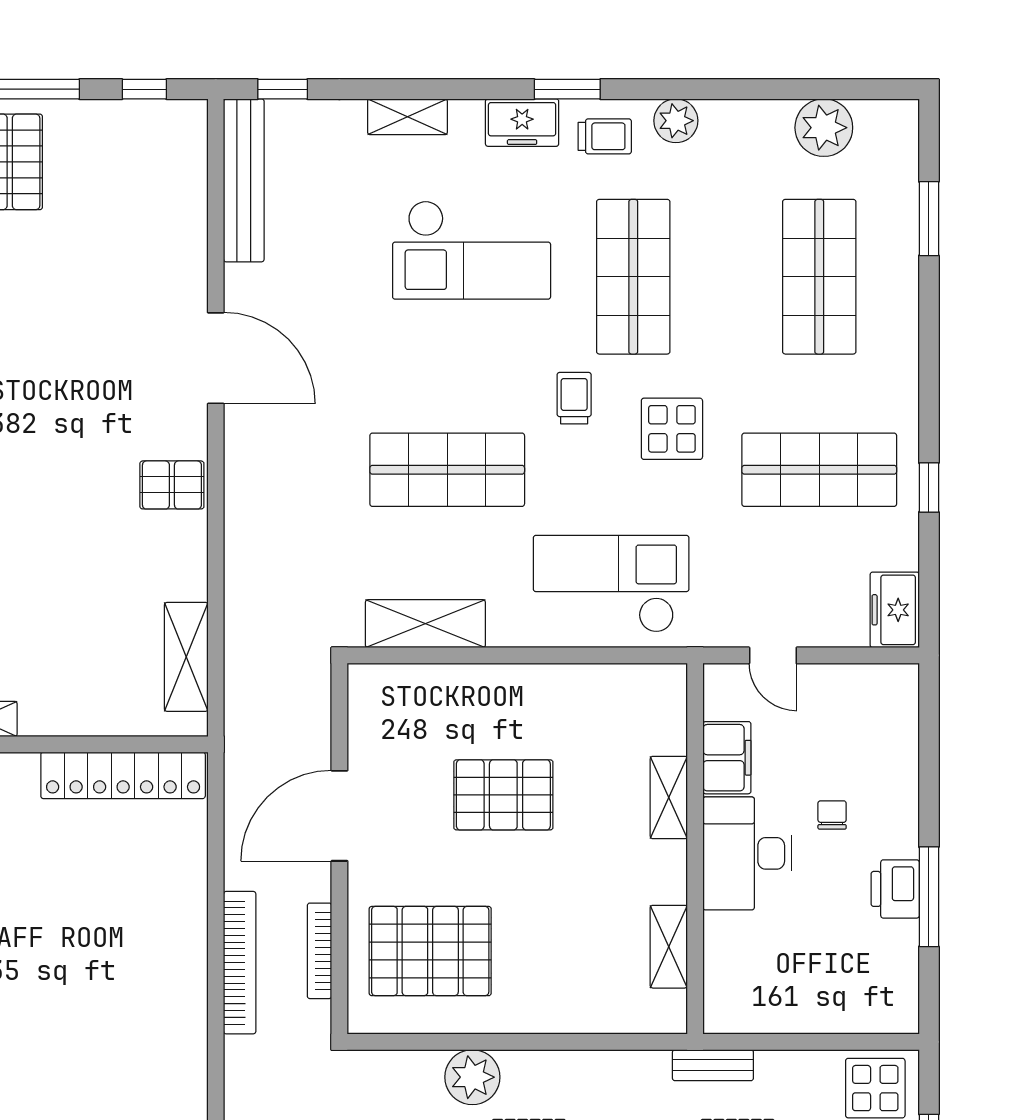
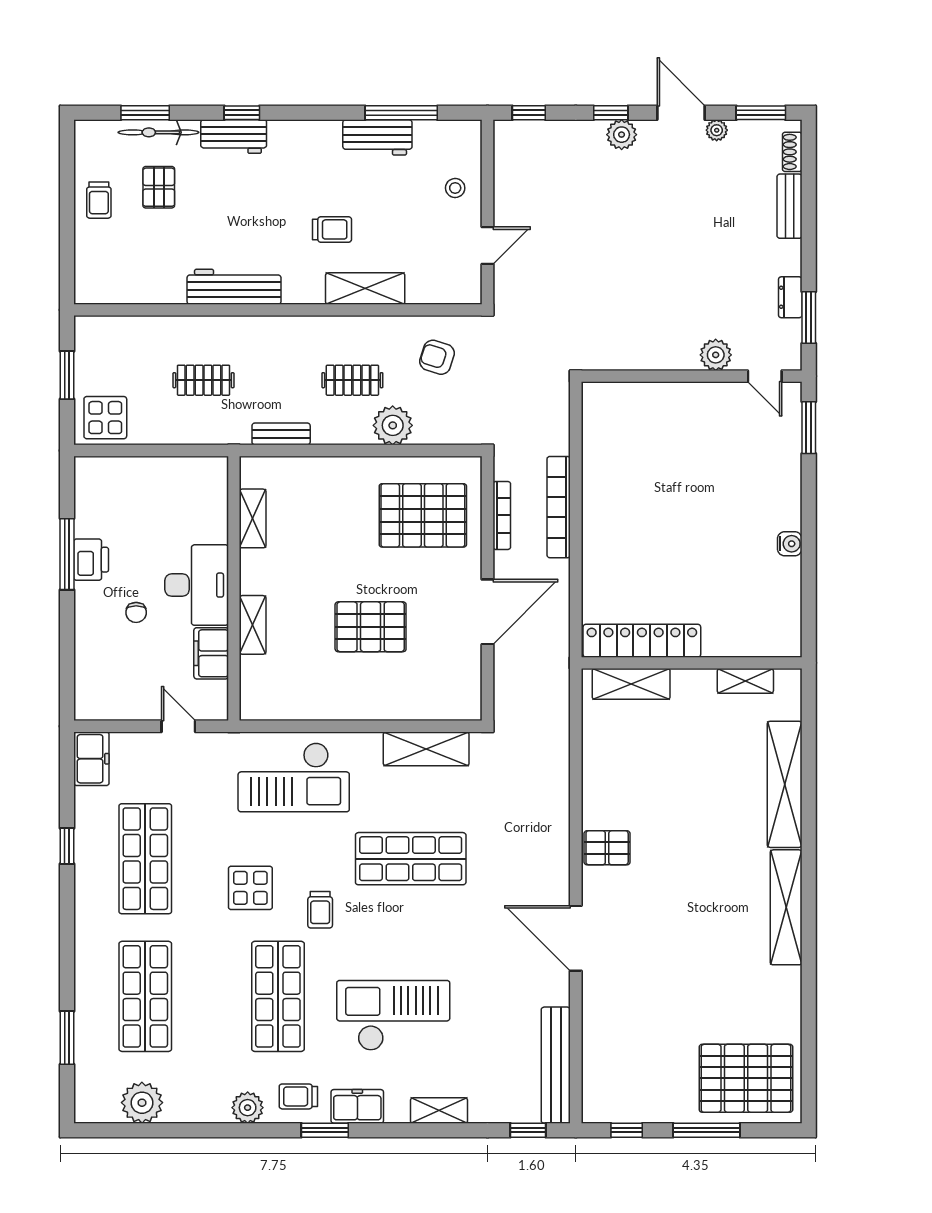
shop shelf: (819, 470) -> (145, 859), turned 90
shelving: (186, 657) -> (631, 684), moved, turned 90
bench: (713, 1065) -> (281, 434), moved

